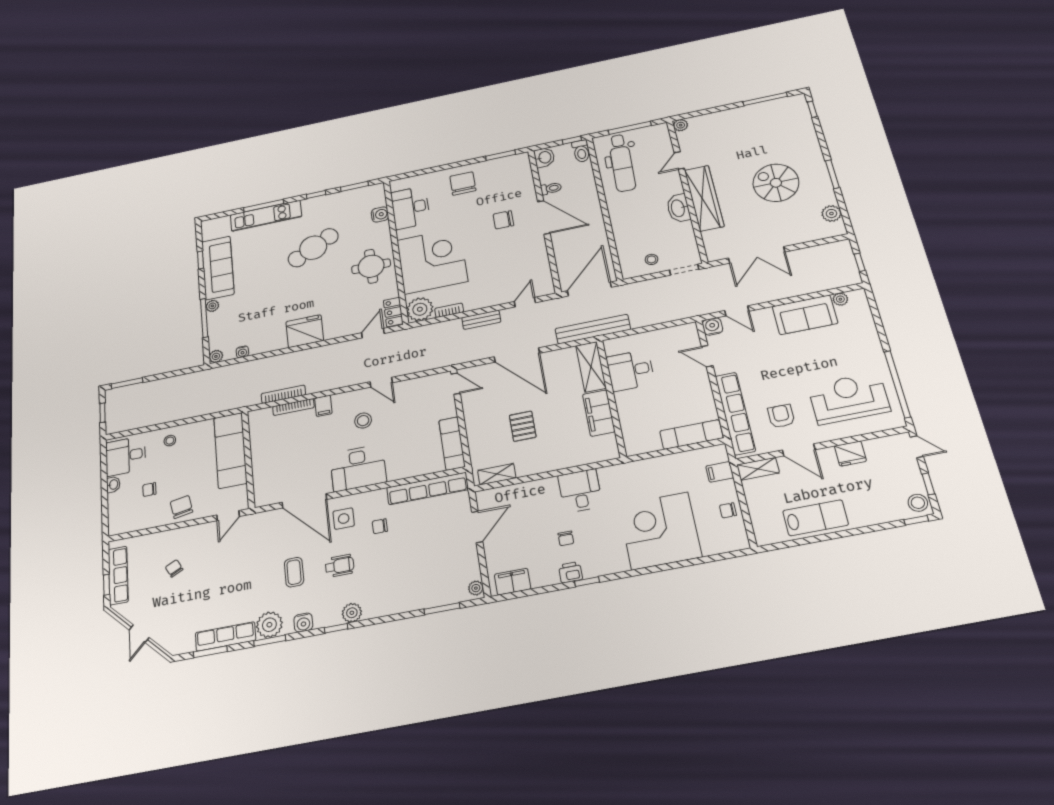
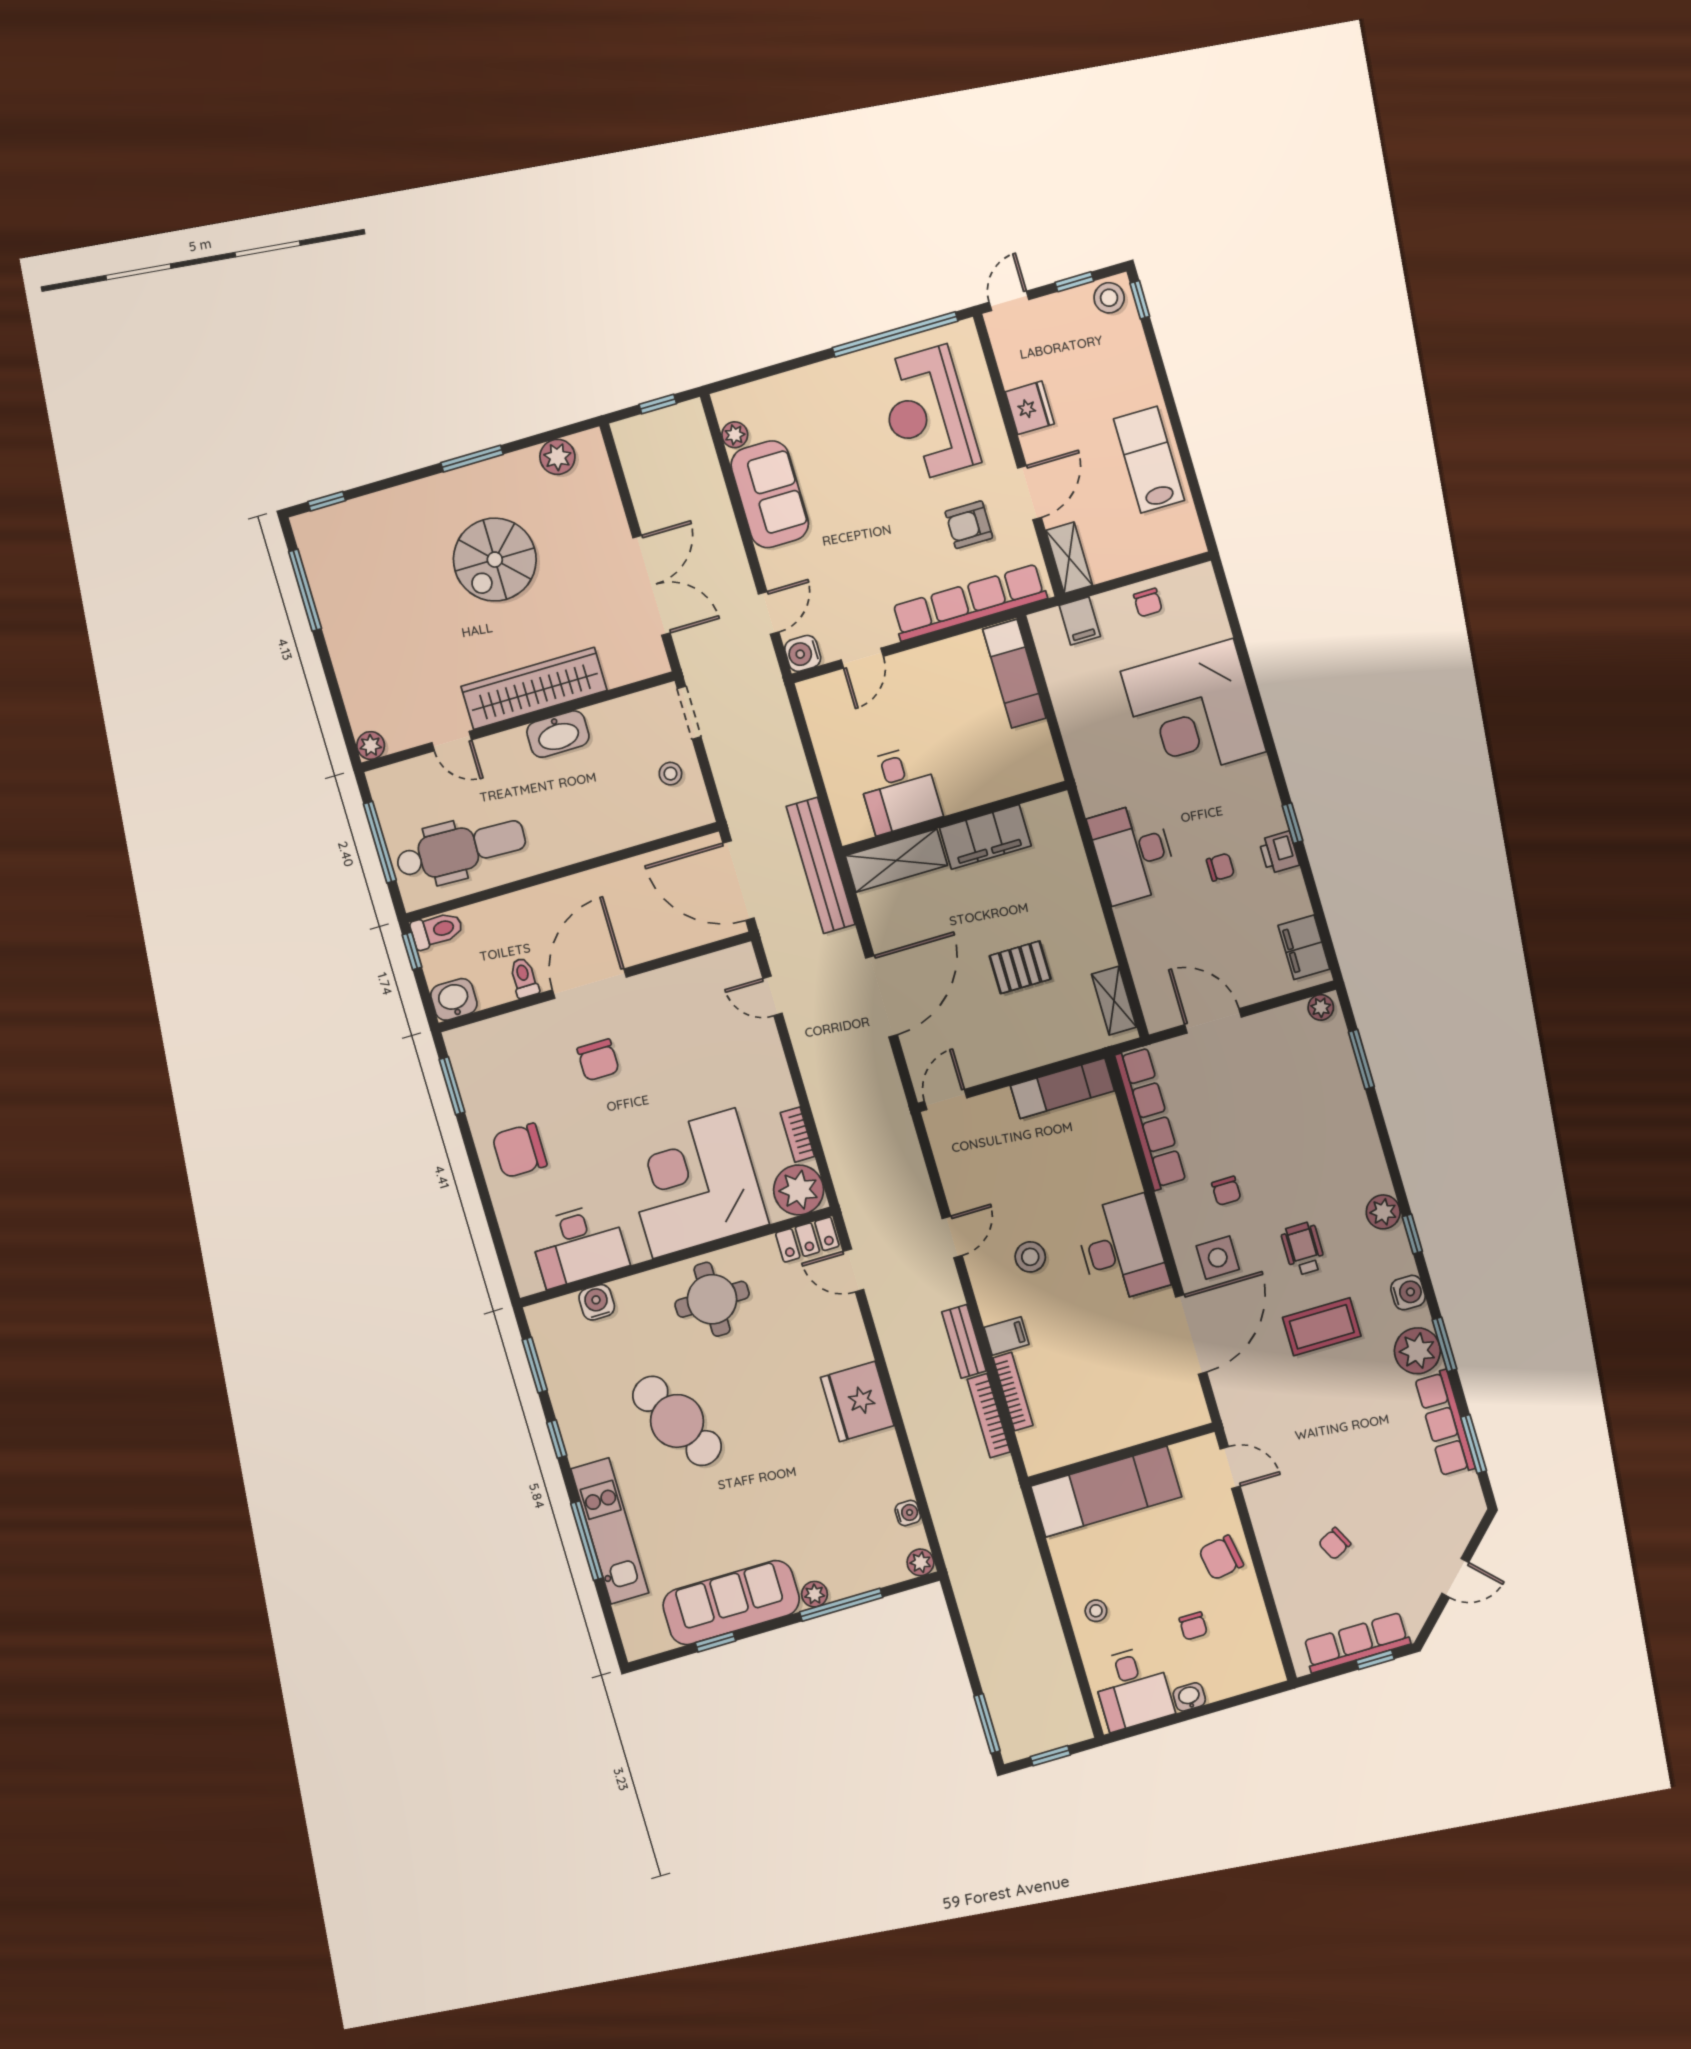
bench: (481, 320) -> (964, 1341), moved
desk: (580, 491) -> (1133, 853), width x1.37
coffee table: (294, 572) -> (1322, 1327), width x1.36, depth x1.30

